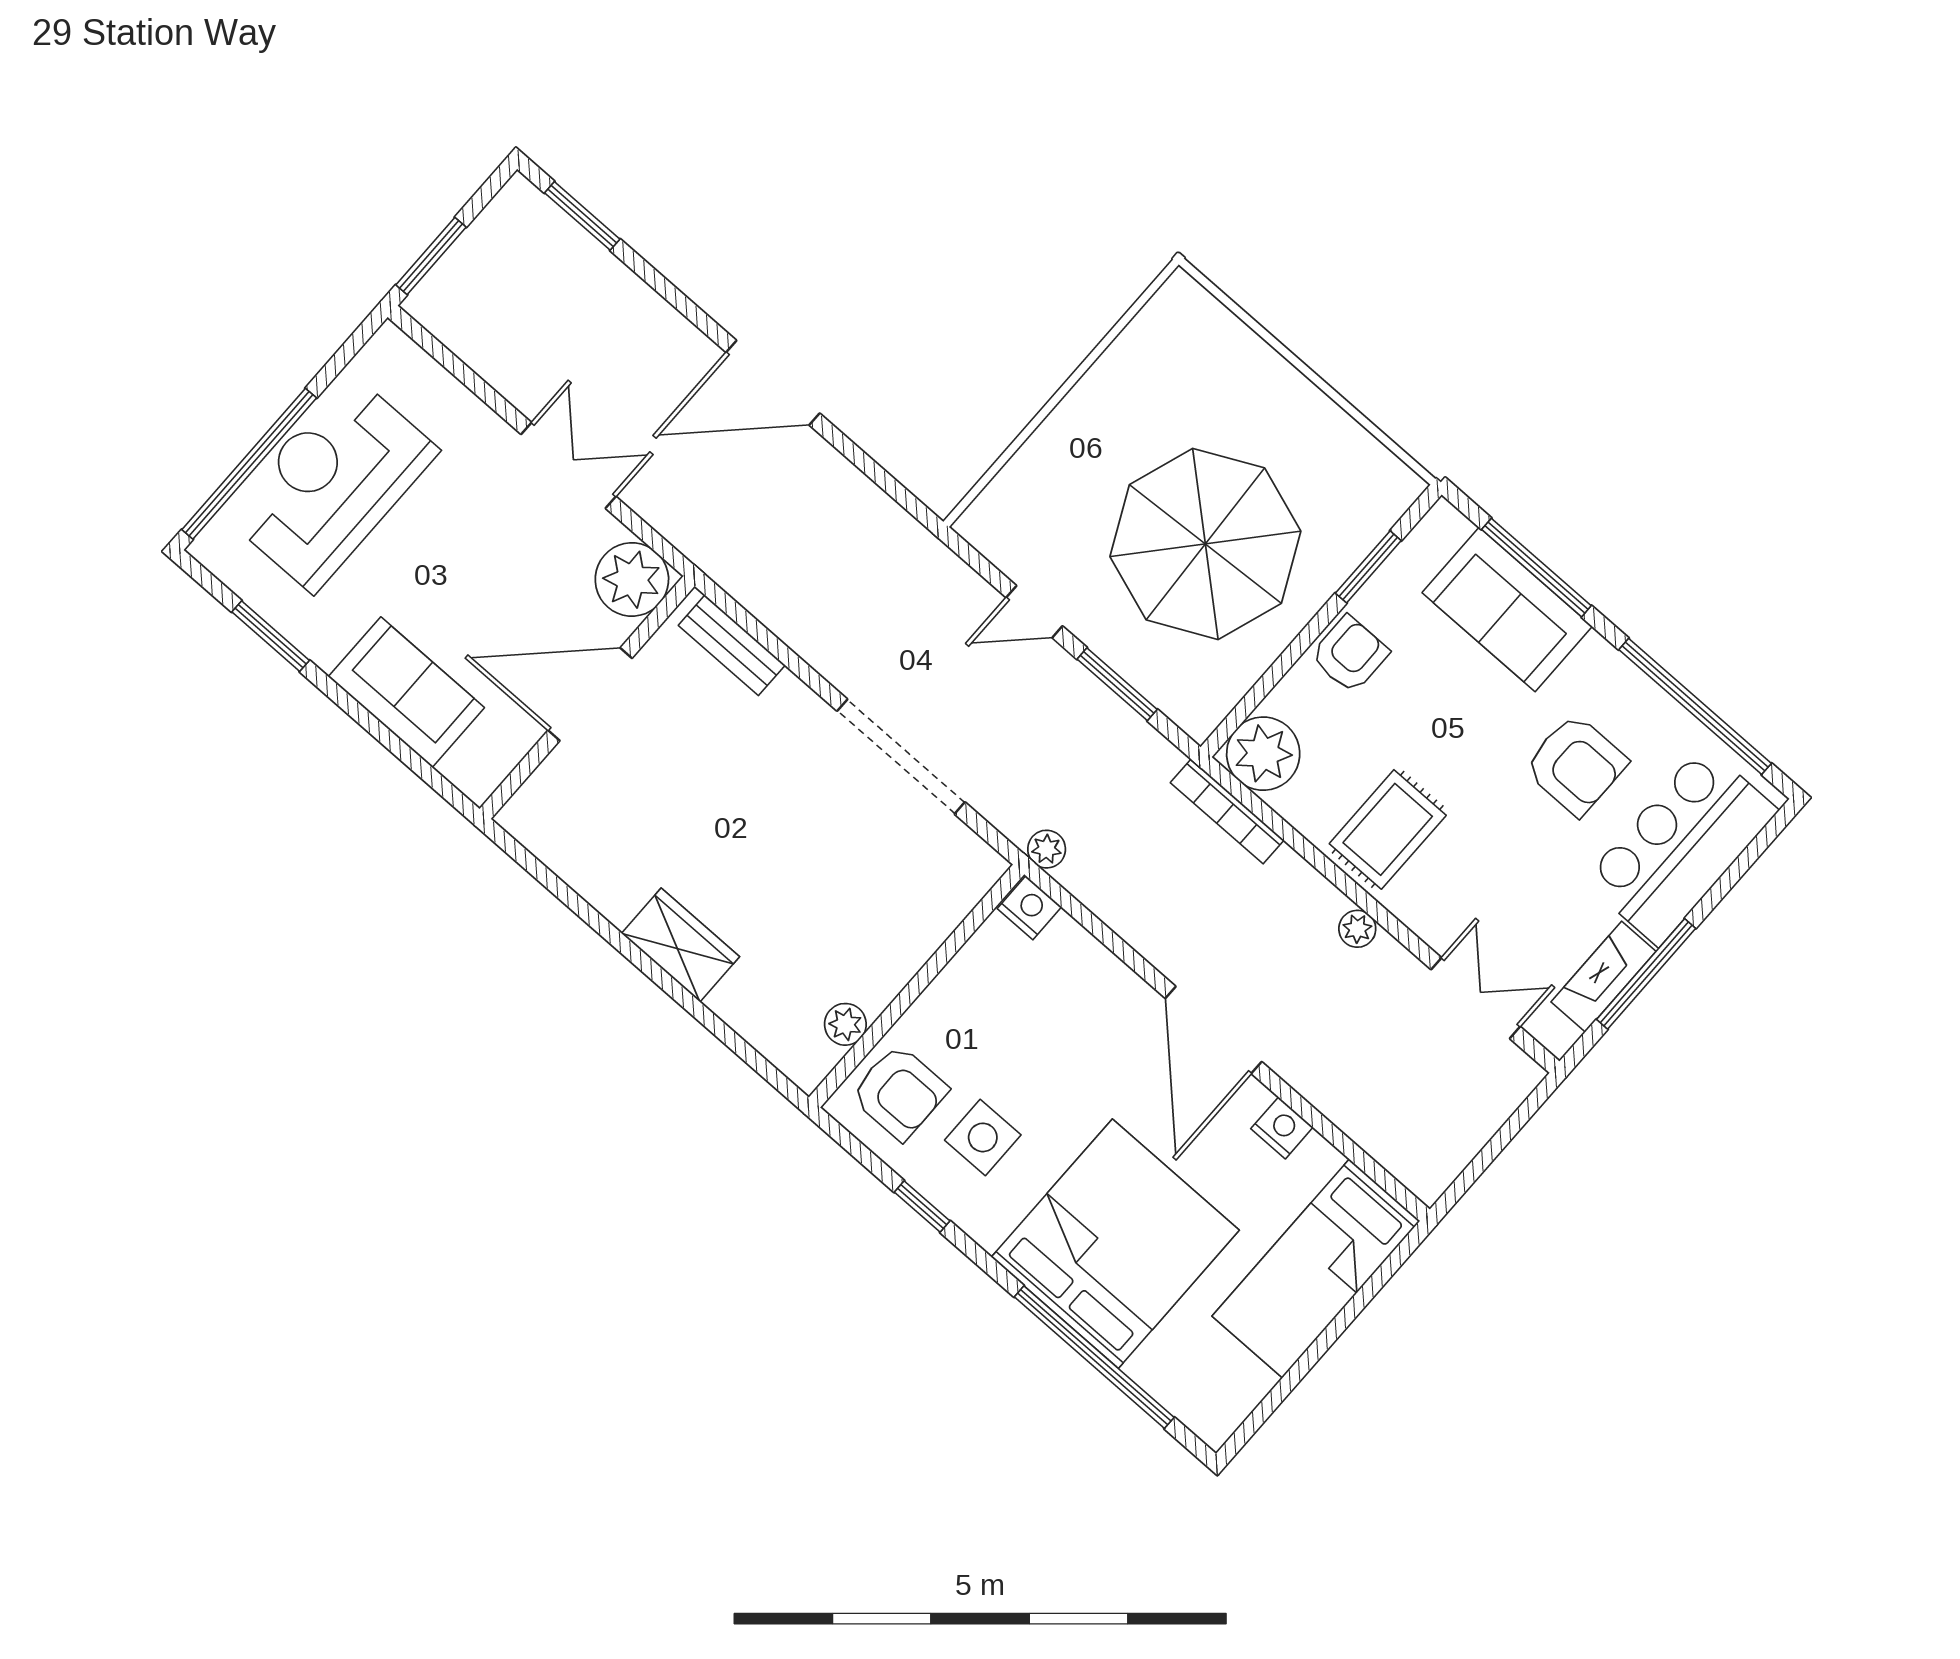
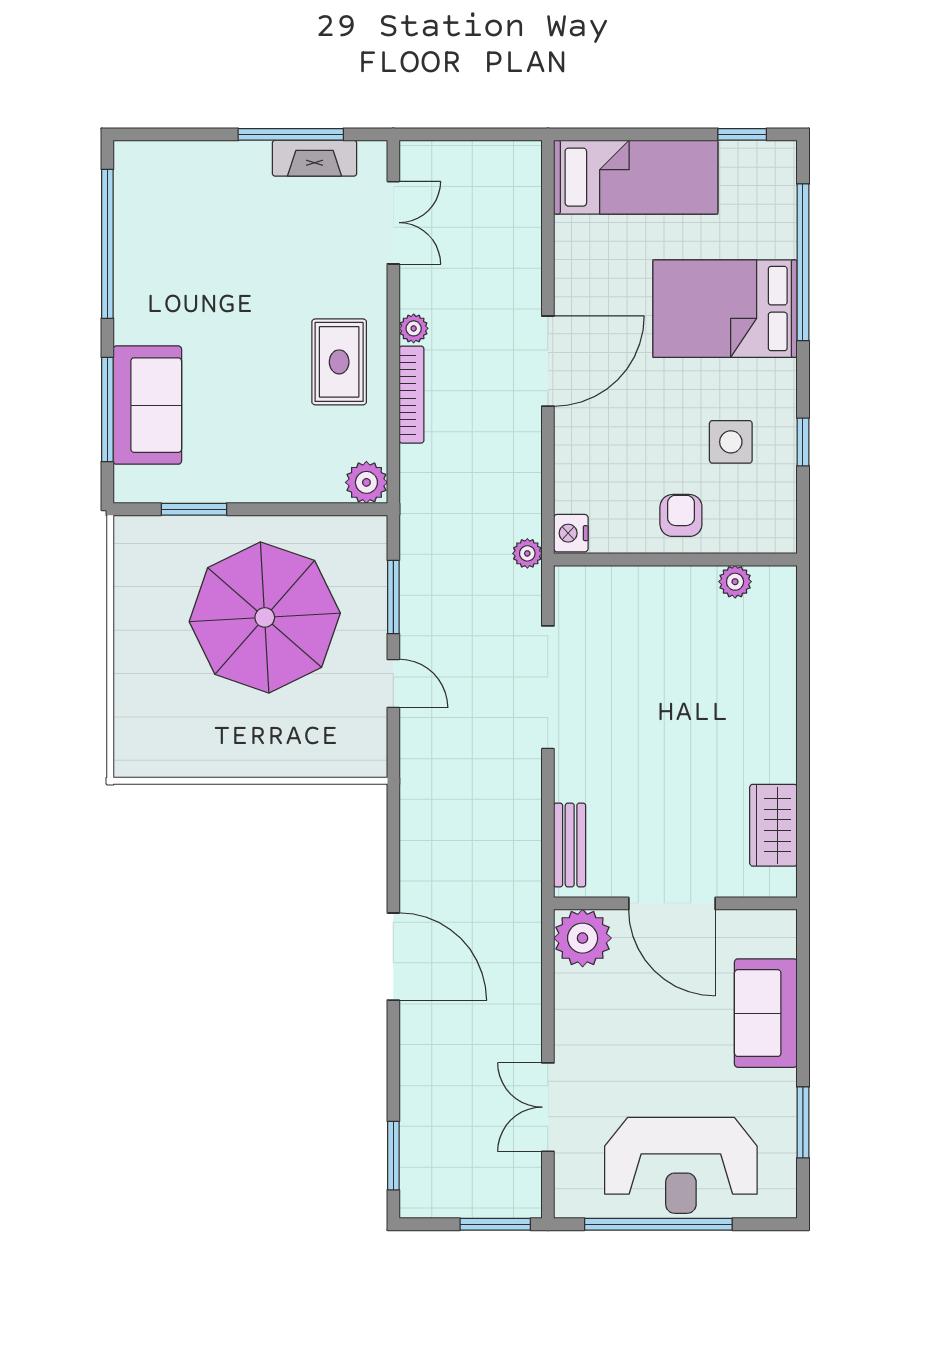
window: (249, 464) -> (658, 1224), moved
double door: (568, 465) -> (548, 1107), moved
armchair: (1350, 654) -> (255, 475), removed
plant: (1263, 754) -> (366, 482), width x0.73, depth x0.73
armchair: (1576, 765) -> (204, 284), removed
bookcase: (1227, 811) -> (412, 395), moved
rug: (1388, 829) -> (339, 362), turned 90
bar counter: (1681, 846) -> (197, 180), removed
wardrobe: (681, 945) -> (773, 825), moved
double door: (1476, 998) -> (393, 223), swing flipped
armchair: (899, 1092) -> (681, 515), moved, width x0.72, depth x0.72
nightstand: (1282, 1128) -> (570, 270), removed
bed: (1115, 1244) -> (725, 309), width x0.73
window: (1268, 1406) -> (742, 134), added

